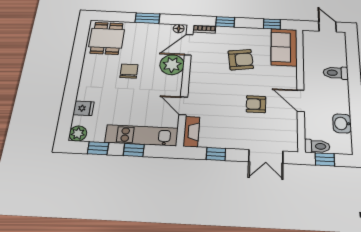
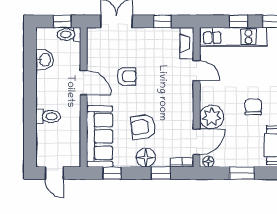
floor lamp: (239, 35) -> (146, 158), added
sofa: (284, 47) -> (100, 136), width x1.36
chair: (129, 71) -> (253, 107), turned 180

